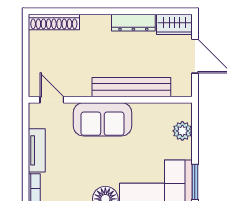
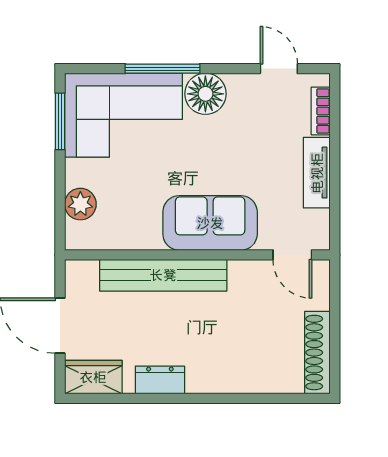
shoe rack: (54, 22) -> (317, 353), moved, turned -90
dresser: (133, 23) -> (160, 380), width x0.70

